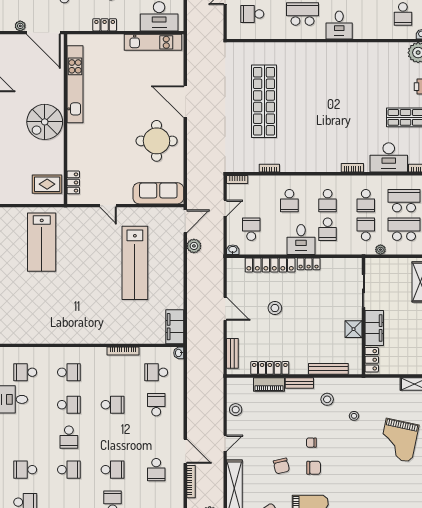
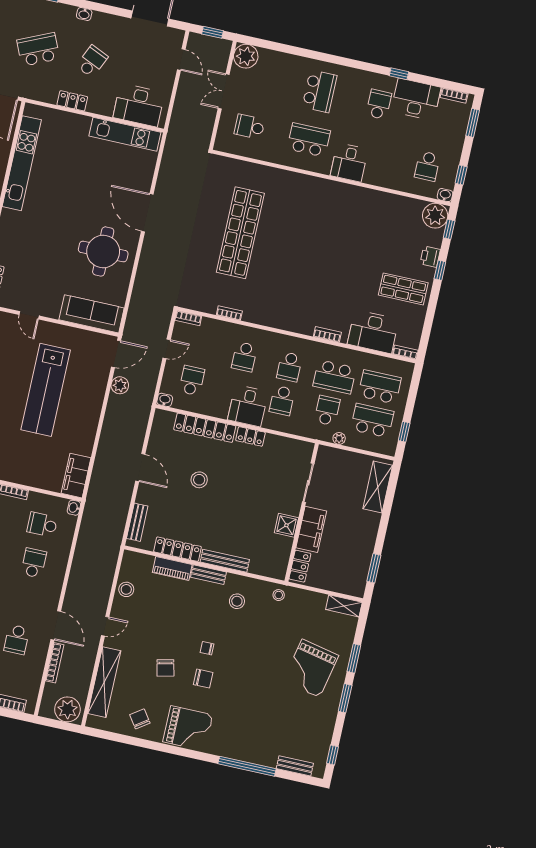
school desk: (366, 201) -> (335, 377), width x1.85
bench: (328, 369) -> (225, 561), moved
stool: (354, 416) -> (279, 595), moved

